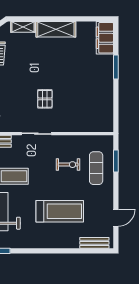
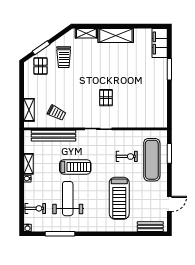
exercise mat: (96, 168) -> (152, 160), width x1.36, depth x1.45
treadmill: (60, 211) -> (119, 198), turned 90

